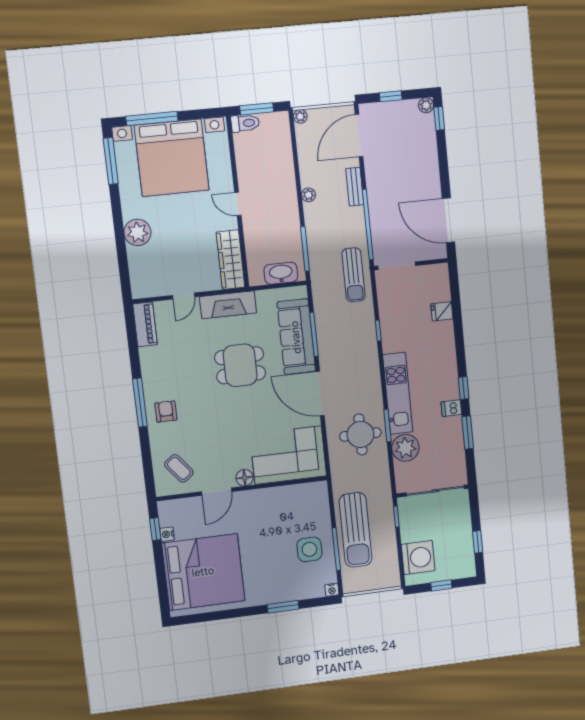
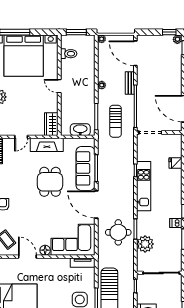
window: (391, 96) -> (169, 32), moved
toilet: (245, 123) -> (69, 54), moved
door: (359, 136) -> (135, 53), hinge flipped
wardrobe: (231, 260) -> (51, 124), width x0.67
sun lounger: (353, 275) -> (116, 121), moved
dining table: (240, 365) -> (50, 182), turned 90
kitchen unit: (398, 393) -> (144, 186), moved
tv unit: (308, 490) -> (83, 263), added
door: (217, 492) -> (27, 257), swing flipped

